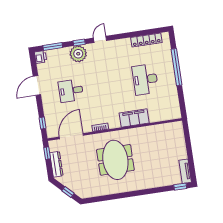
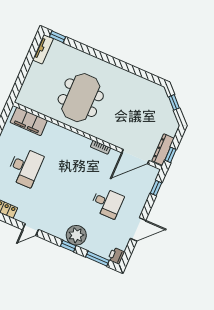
door: (100, 39) -> (31, 230), moved
filing cabinet: (134, 118) -> (29, 121), moved
meeting table: (115, 160) -> (81, 98), moved
dresser: (56, 164) -> (163, 150), moved

